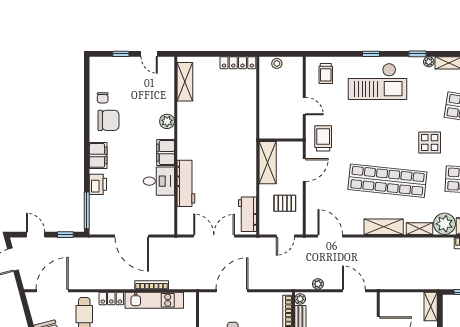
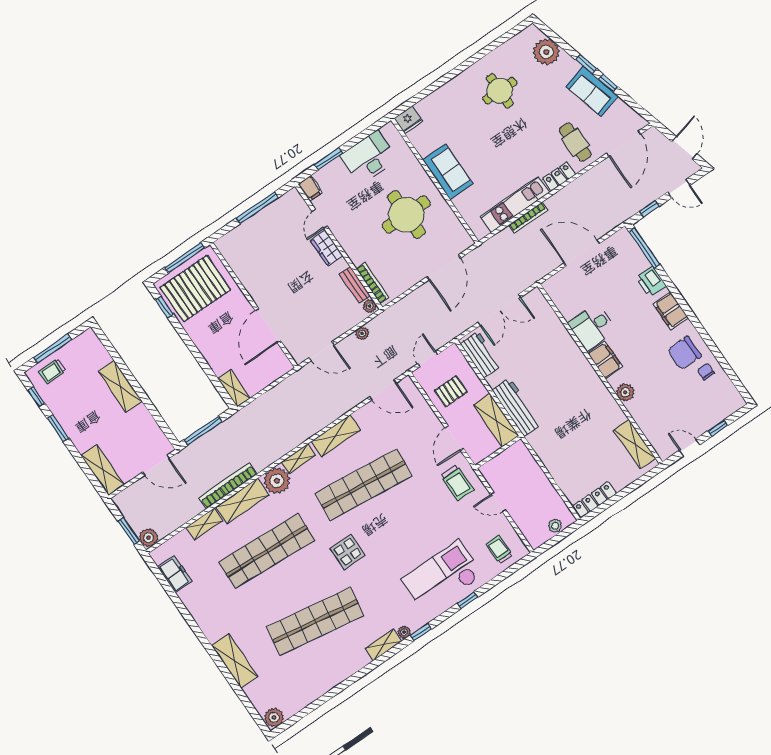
workbench: (186, 183) -> (517, 407), moved, turned 180

